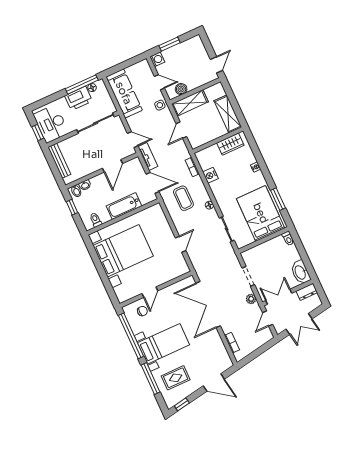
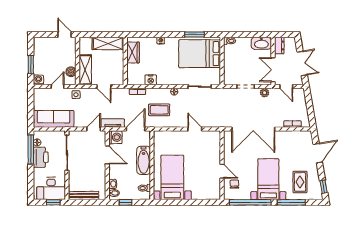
washing machine: (135, 166) -> (115, 137), added
bed with nightstands: (123, 251) -> (172, 177), width x0.73

